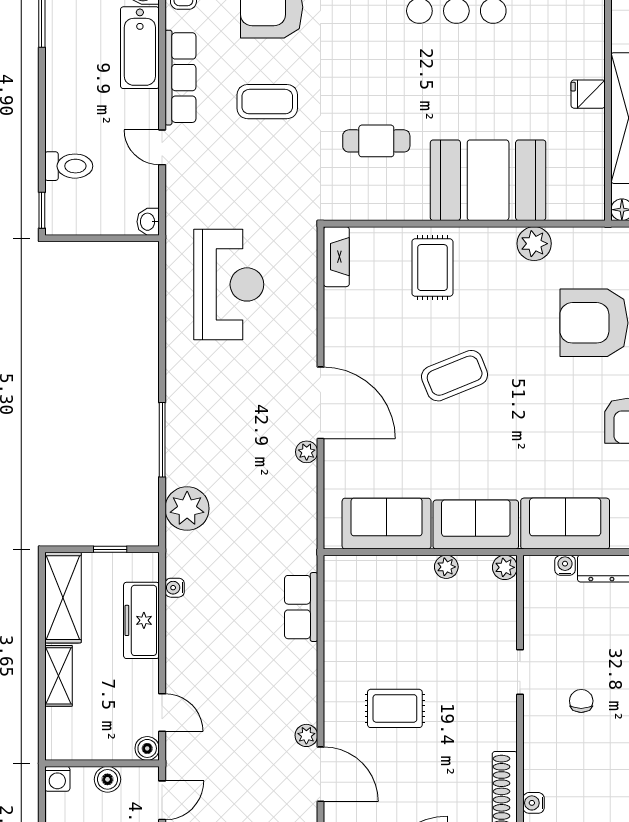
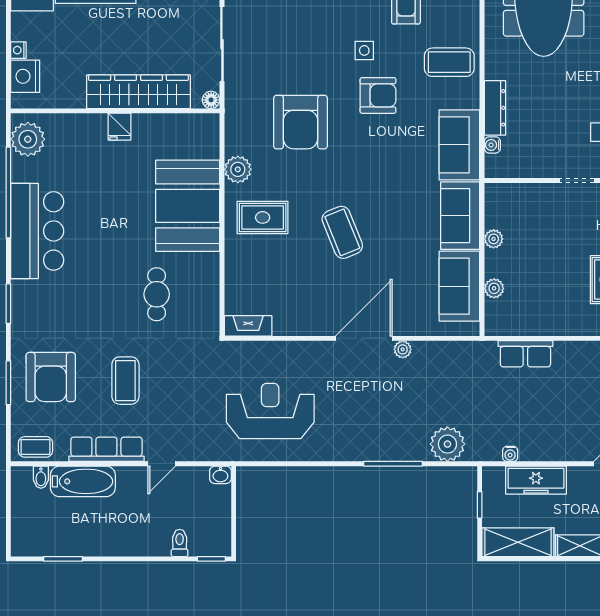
toilet: (69, 166) -> (180, 543), width x0.73, depth x0.72
rug: (432, 268) -> (263, 217), moved
plant: (505, 567) -> (494, 288), moved

